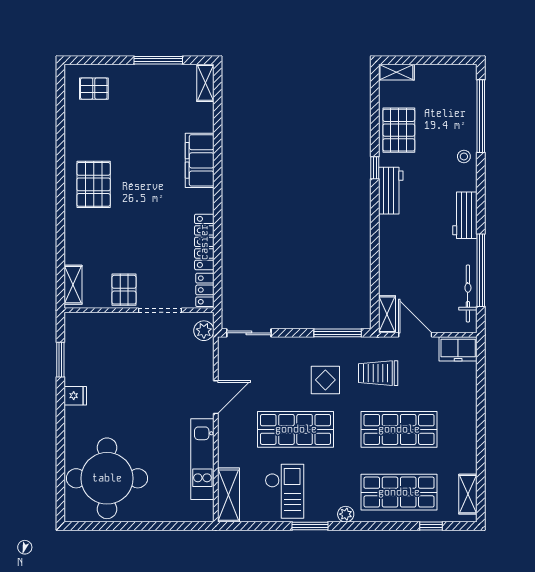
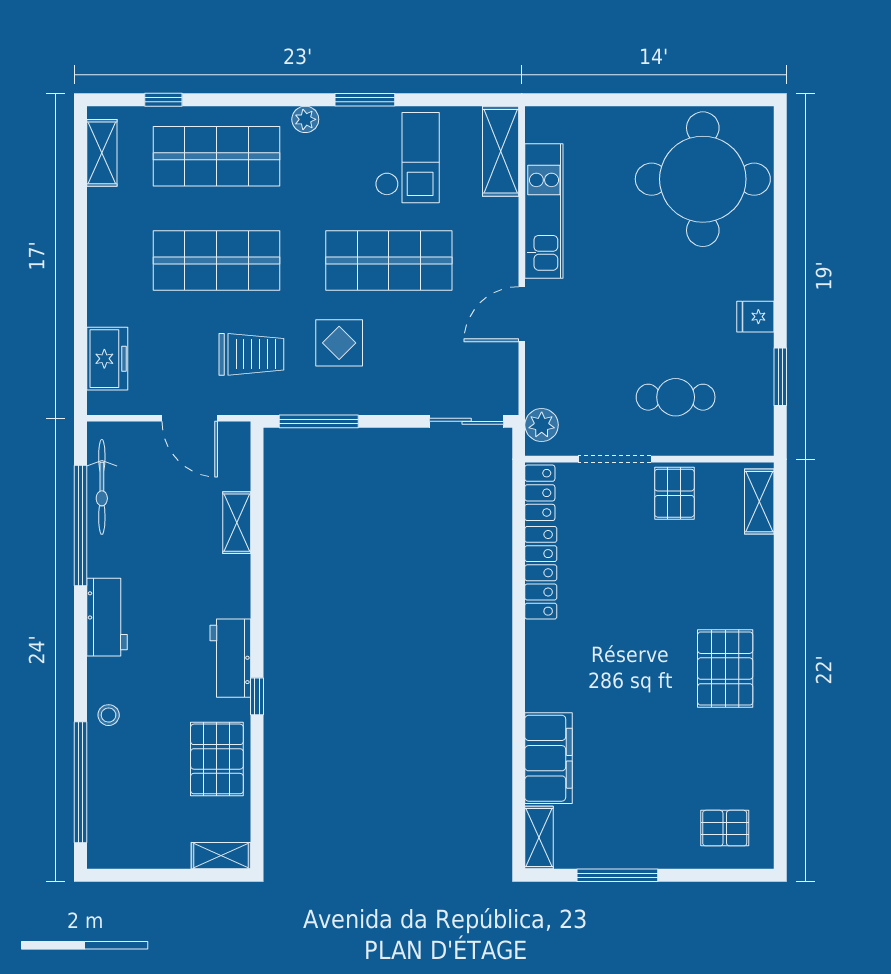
filing cabinet: (200, 160) -> (549, 758), moved
shelving: (387, 314) -> (237, 523), moved
cafe table: (123, 347) -> (676, 397), added
freezer: (458, 349) -> (107, 359), moved, turned 90
checkout: (284, 491) -> (407, 158), turned 180

